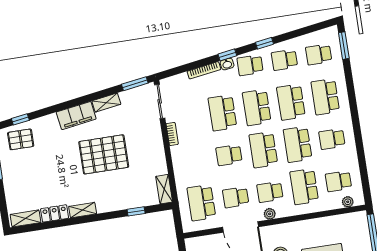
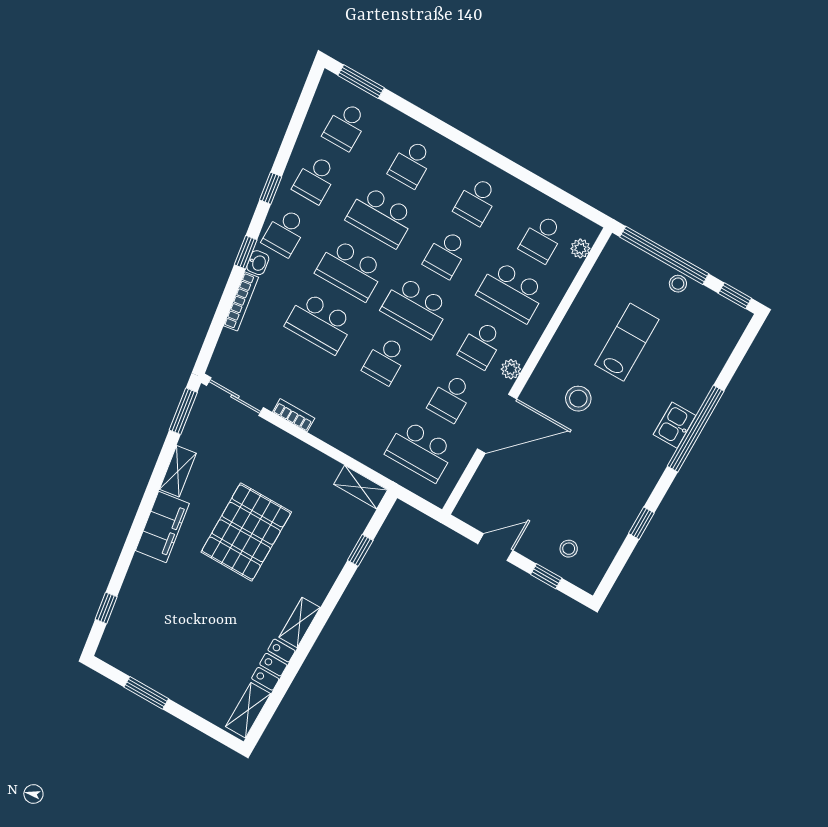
school desk: (325, 97) -> (411, 164), width x0.54
pallet: (21, 139) -> (134, 630), removed
school desk: (298, 144) -> (446, 254), width x0.54

